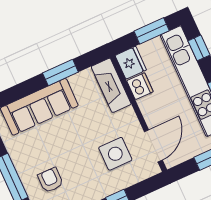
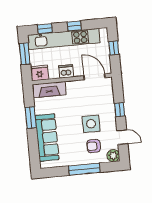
dishwasher: (140, 86) -> (66, 71), moved
side table: (115, 154) -> (91, 124), moved

